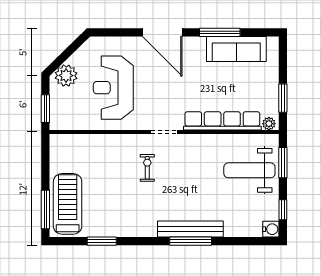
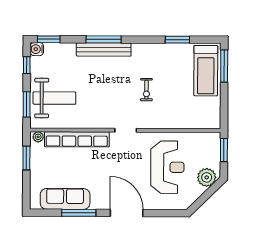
exercise bike: (147, 168) -> (146, 90), moved
window: (257, 241) -> (49, 39), added

